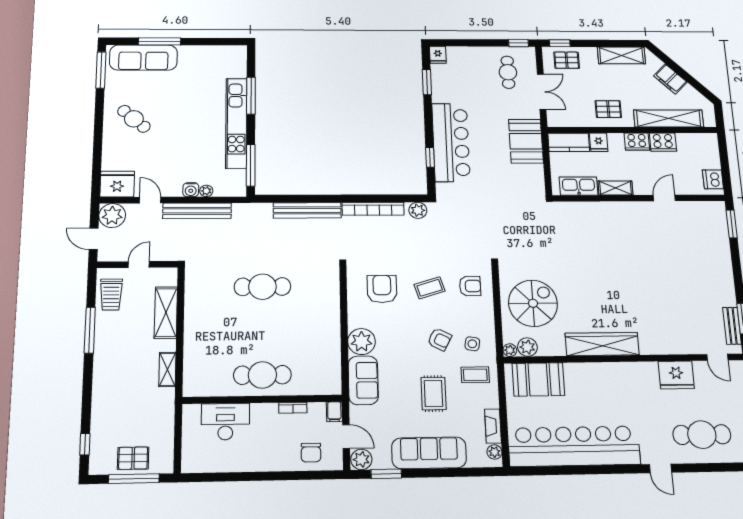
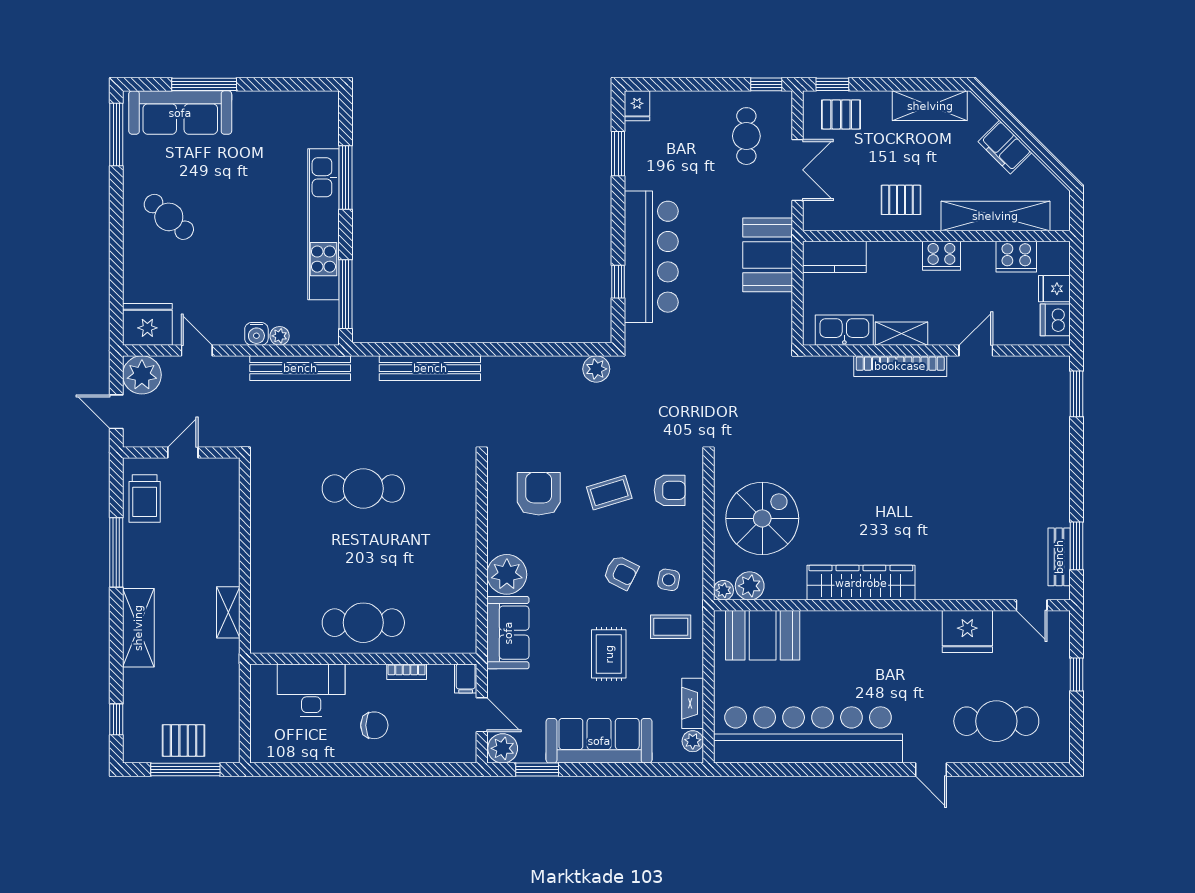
fridge: (599, 142) -> (1054, 289), moved, turned 90
cooker: (663, 142) -> (1016, 257), moved
bookcase: (373, 209) -> (900, 366), moved
bench: (197, 211) -> (300, 368), moved
shelving: (166, 313) -> (138, 628), moved
chair: (311, 453) -> (374, 725), moved, turned -90

